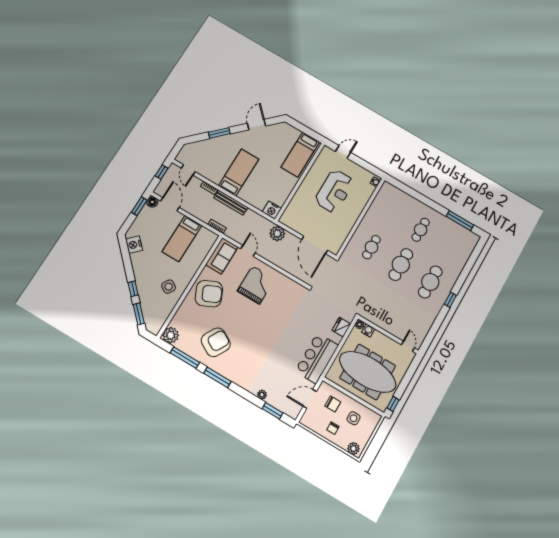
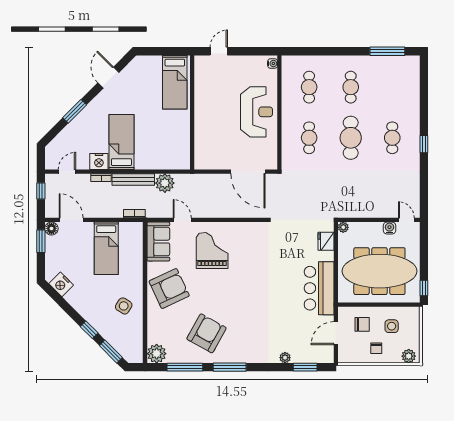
door: (188, 170) -> (67, 172), swing flipped
reception desk: (334, 191) -> (256, 112), moved
nightstand: (272, 210) -> (99, 161), moved
cafe table: (392, 213) -> (309, 87), added
plant: (277, 233) -> (165, 183), moved
cafe table: (430, 282) -> (392, 138), width x0.73, depth x0.74
water cooler: (368, 330) -> (389, 228), moved

